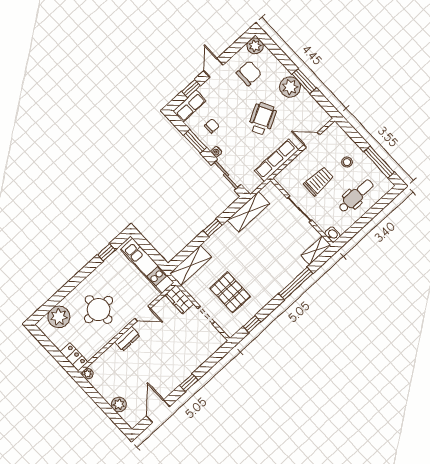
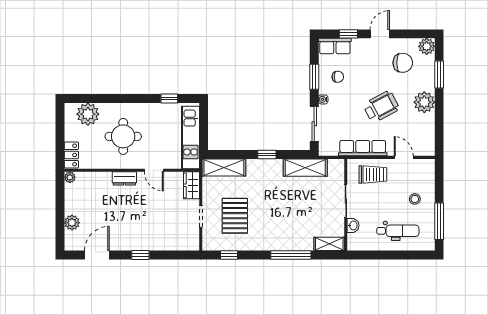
window: (304, 81) -> (439, 74), moved
trolley: (319, 181) -> (373, 174), moved
washbasin: (332, 234) -> (353, 225), moved

